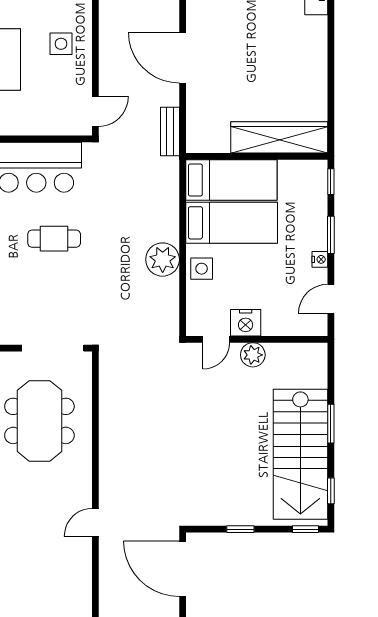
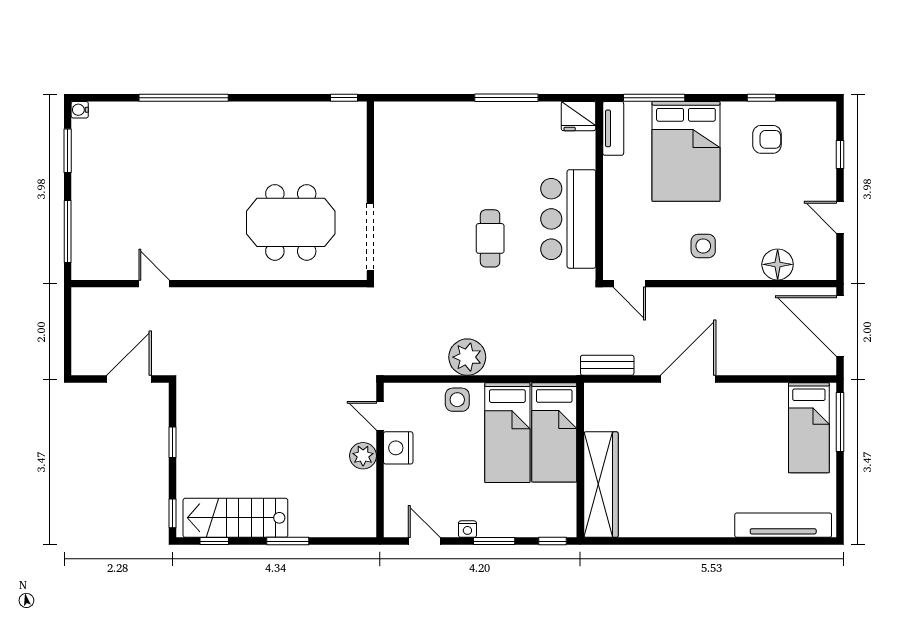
stairs: (300, 454) -> (235, 518), width x0.73, depth x0.66
door: (95, 522) -> (154, 284), moved
door: (183, 569) -> (129, 379), width x0.73

